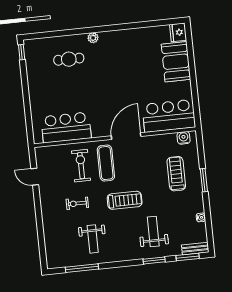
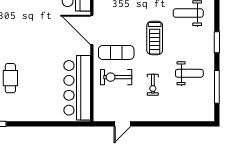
bar counter: (66, 127) -> (77, 88), width x1.36
treadmill: (125, 200) -> (155, 38), turned 180
window: (154, 261) -> (217, 42), moved

